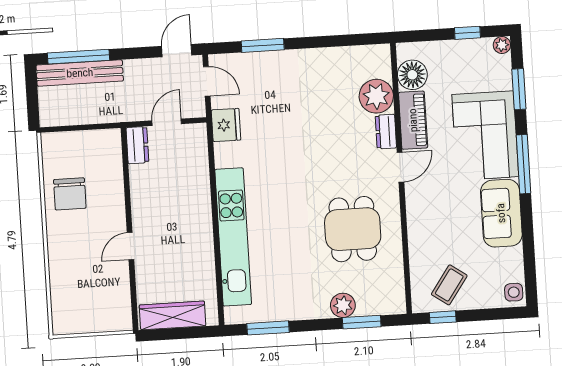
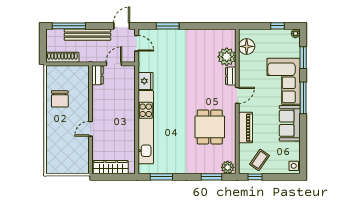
bench: (80, 73) -> (87, 35), moved
shoe rack: (70, 116) -> (62, 57), added
piano: (413, 120) -> (246, 128), moved
fridge: (226, 125) -> (145, 81), moved
plant: (343, 305) -> (228, 167), moved

